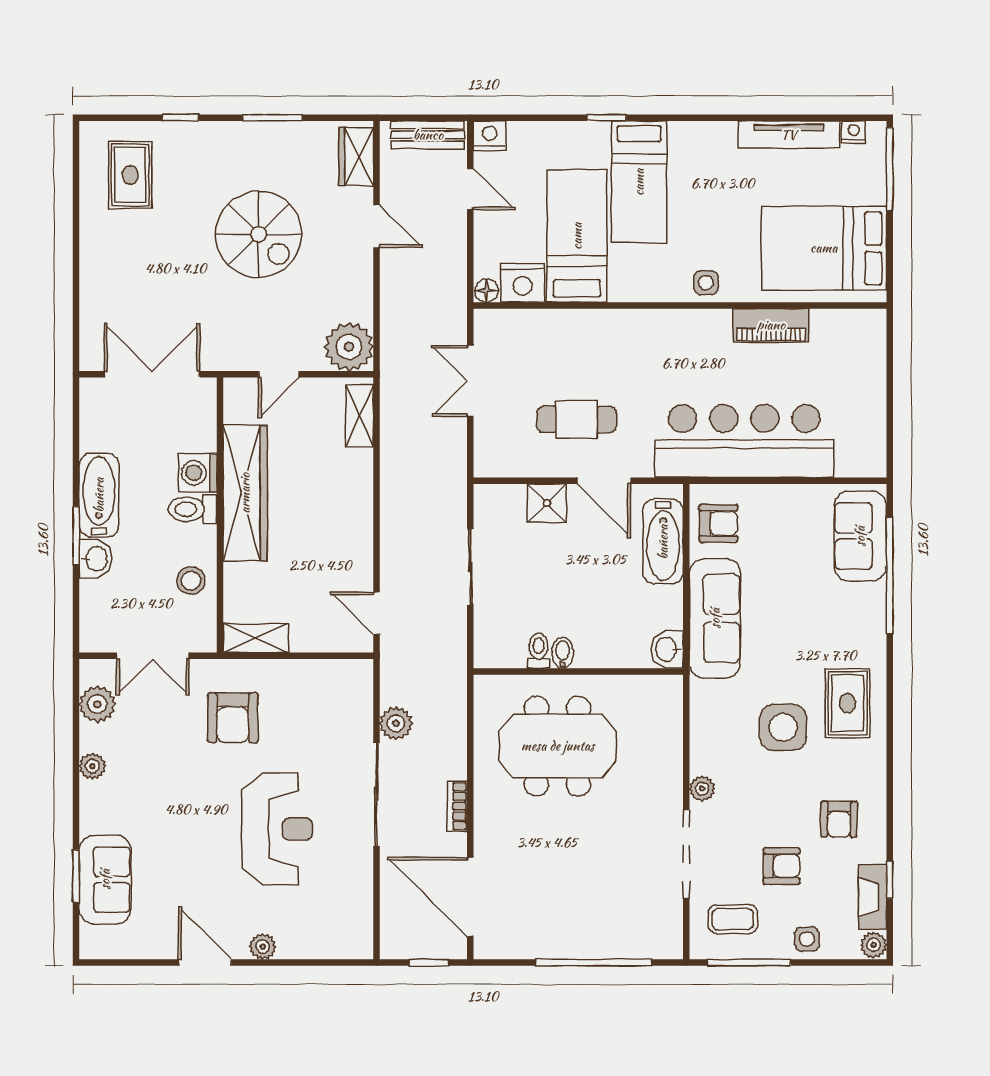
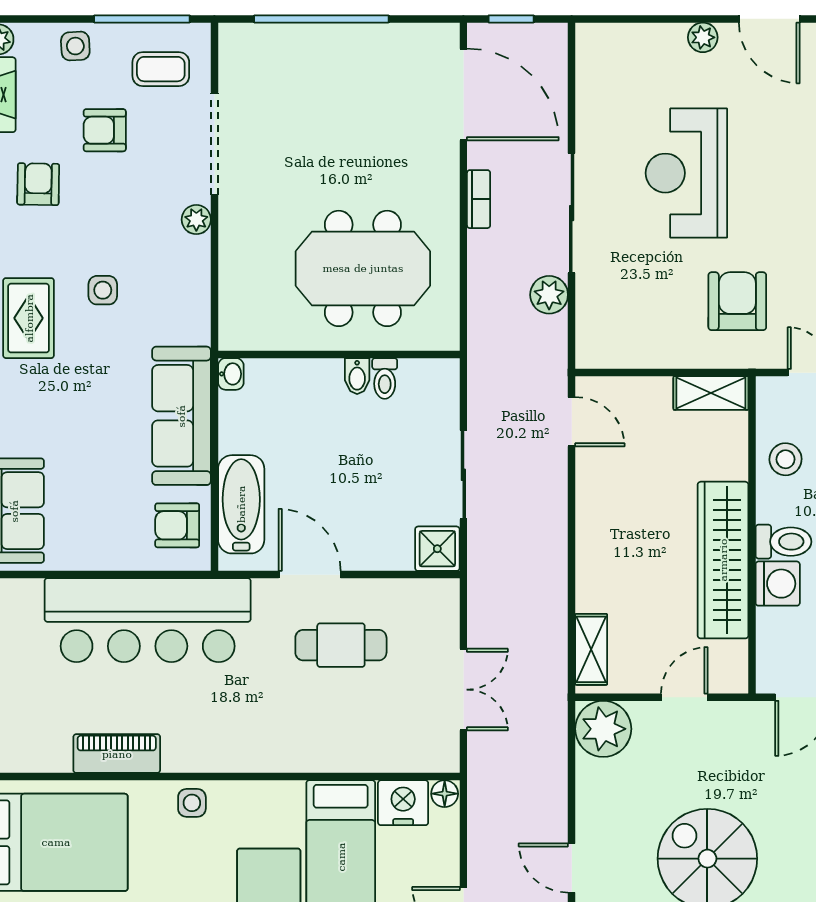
shower: (547, 503) -> (437, 549), moved
washbasin: (667, 649) -> (231, 374), width x0.72, depth x0.69
side table: (783, 727) -> (103, 290), width x0.54, depth x0.54

